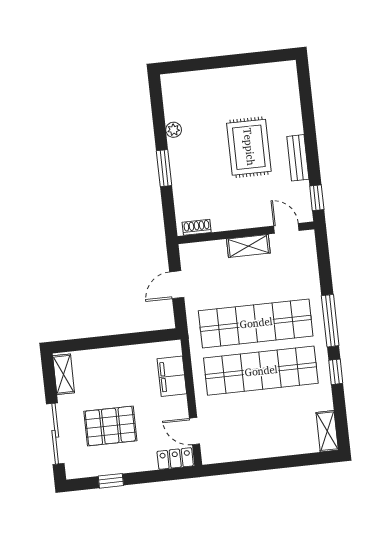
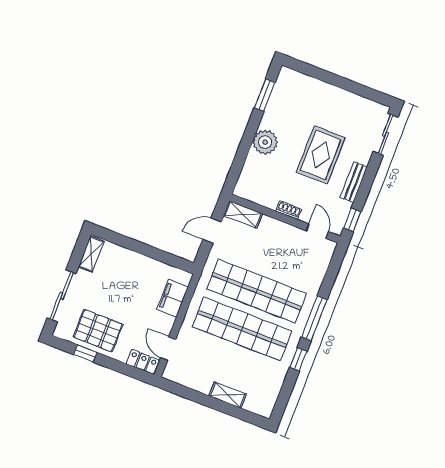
sliding door: (305, 91) -> (386, 134), added
plant: (174, 130) -> (265, 142), moved, width x1.88, depth x1.88
window: (164, 168) -> (265, 95), moved
shoe rack: (197, 227) -> (289, 210), moved
shelving: (248, 246) -> (243, 215), moved
pallet: (110, 426) -> (98, 331), moved
shelving: (327, 431) -> (228, 395), moved, turned 90

